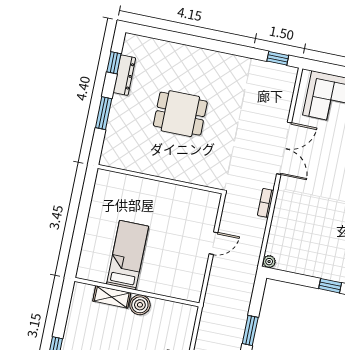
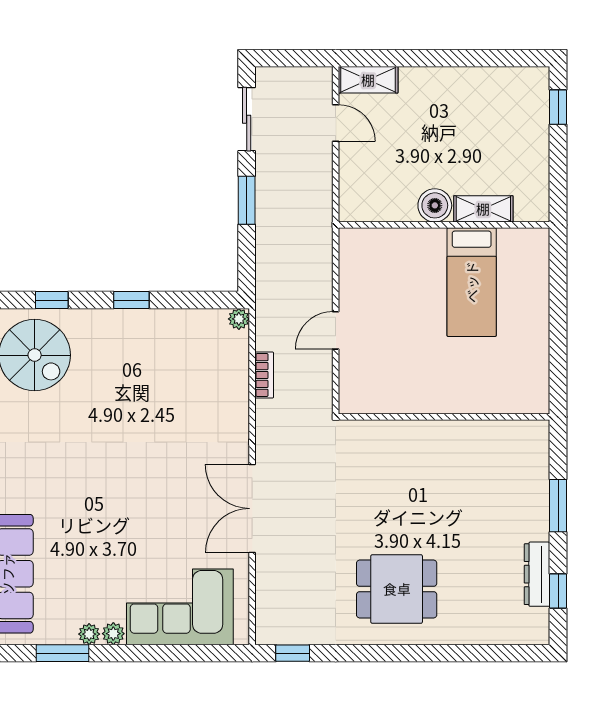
dining table: (180, 114) -> (397, 589), moved
bookcase: (266, 203) -> (264, 375), moved

